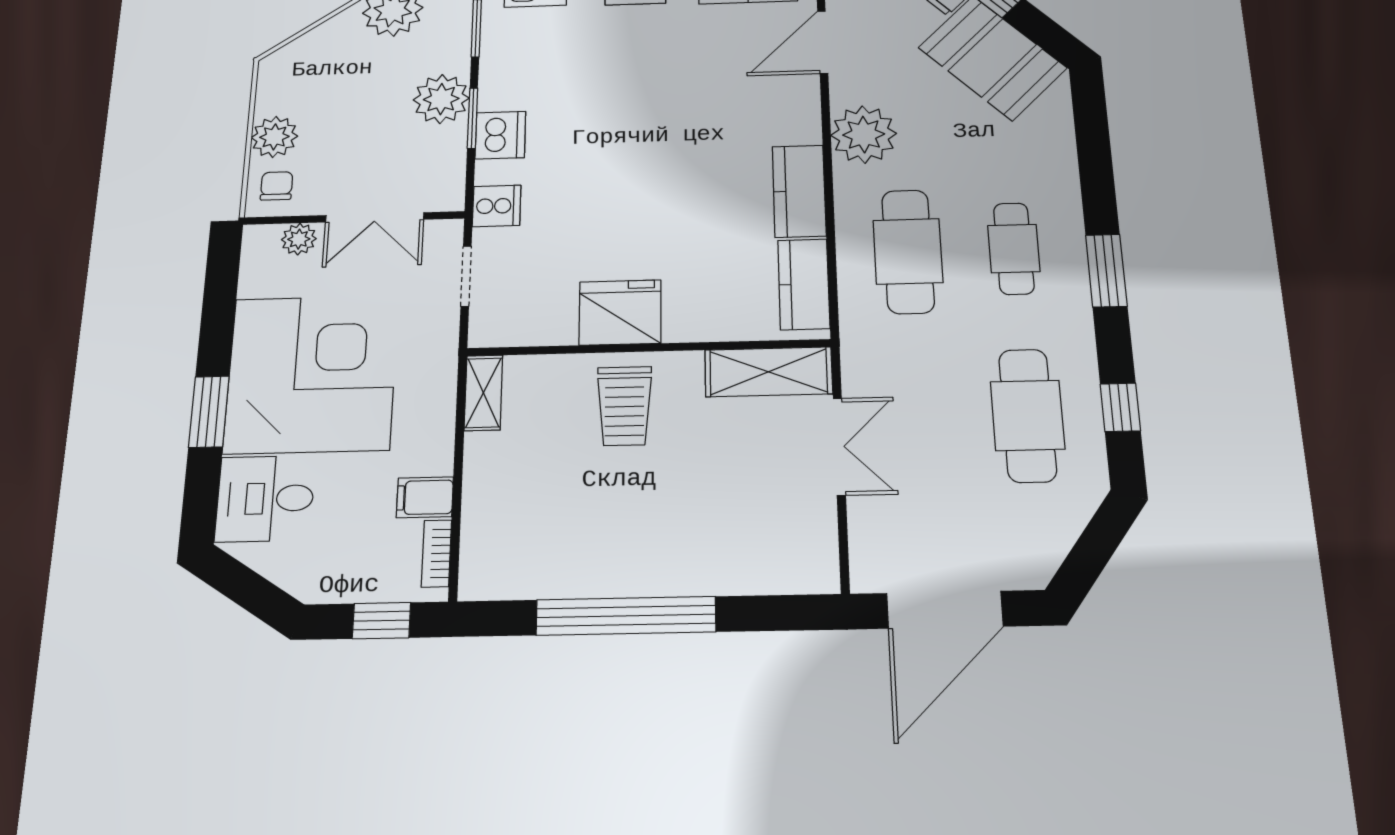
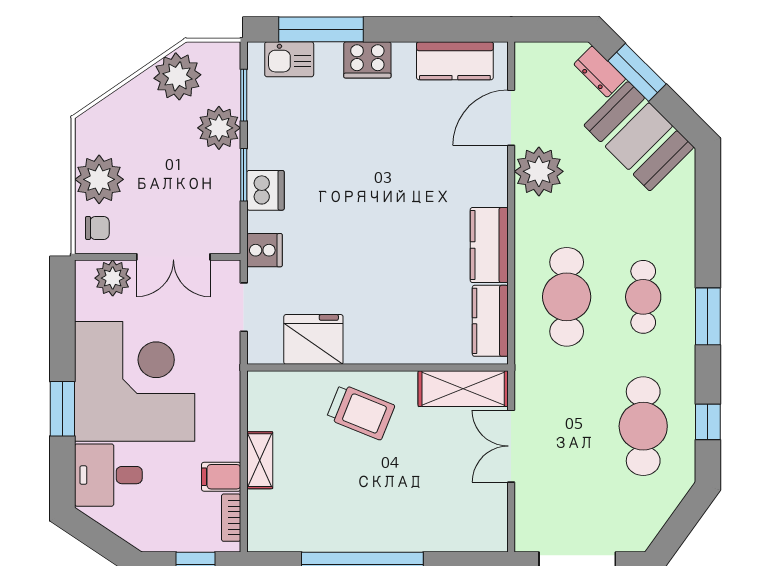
plant: (441, 99) -> (219, 128), moved
plant: (864, 134) -> (539, 171), moved
plant: (274, 137) -> (99, 179), width x1.36, depth x1.36
chair: (277, 186) -> (97, 228), turned 90
plant: (299, 239) -> (113, 278), width x1.38, depth x1.38
fridge: (620, 312) -> (313, 339), moved
shelving: (483, 393) -> (260, 460), moved
trolley: (624, 406) -> (361, 412), turned -68
double door: (839, 447) -> (511, 446), swing flipped

